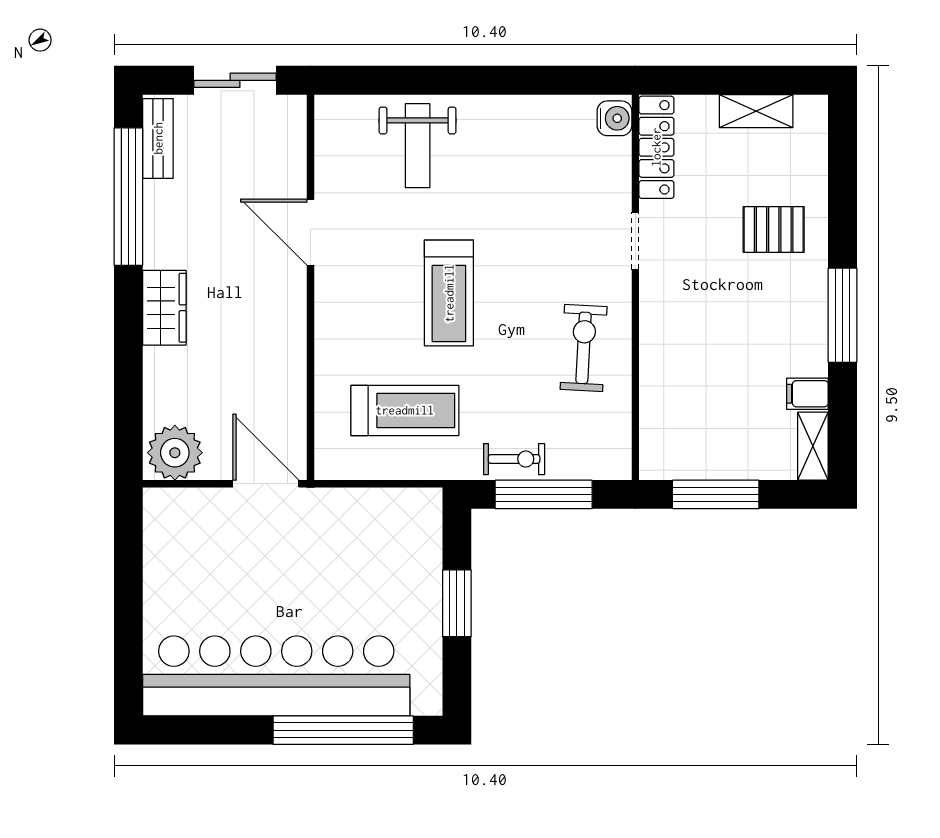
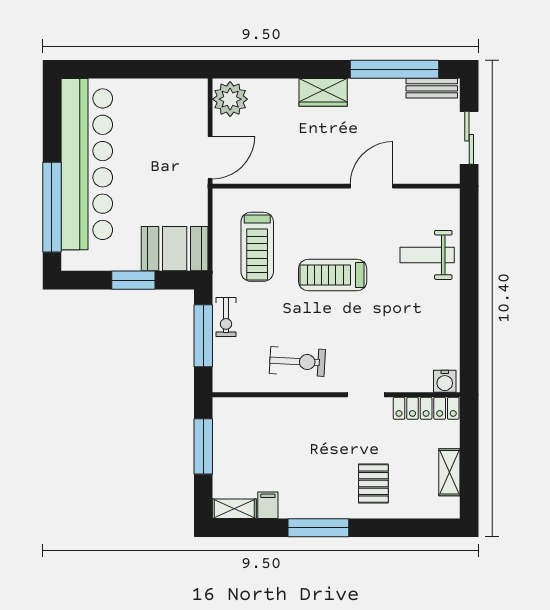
booth: (408, 539) -> (175, 249), added

